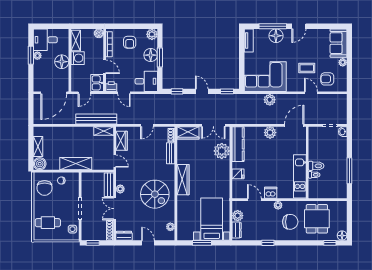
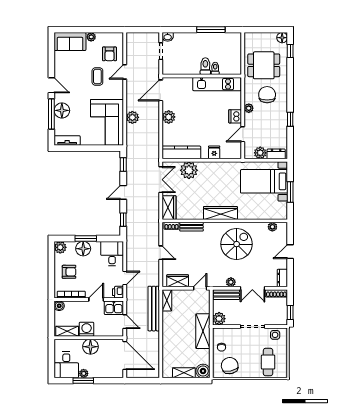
door: (294, 125) -> (161, 90), hinge flipped
plant: (87, 178) -> (219, 319), added
chair: (45, 188) -> (230, 366), turned -103

